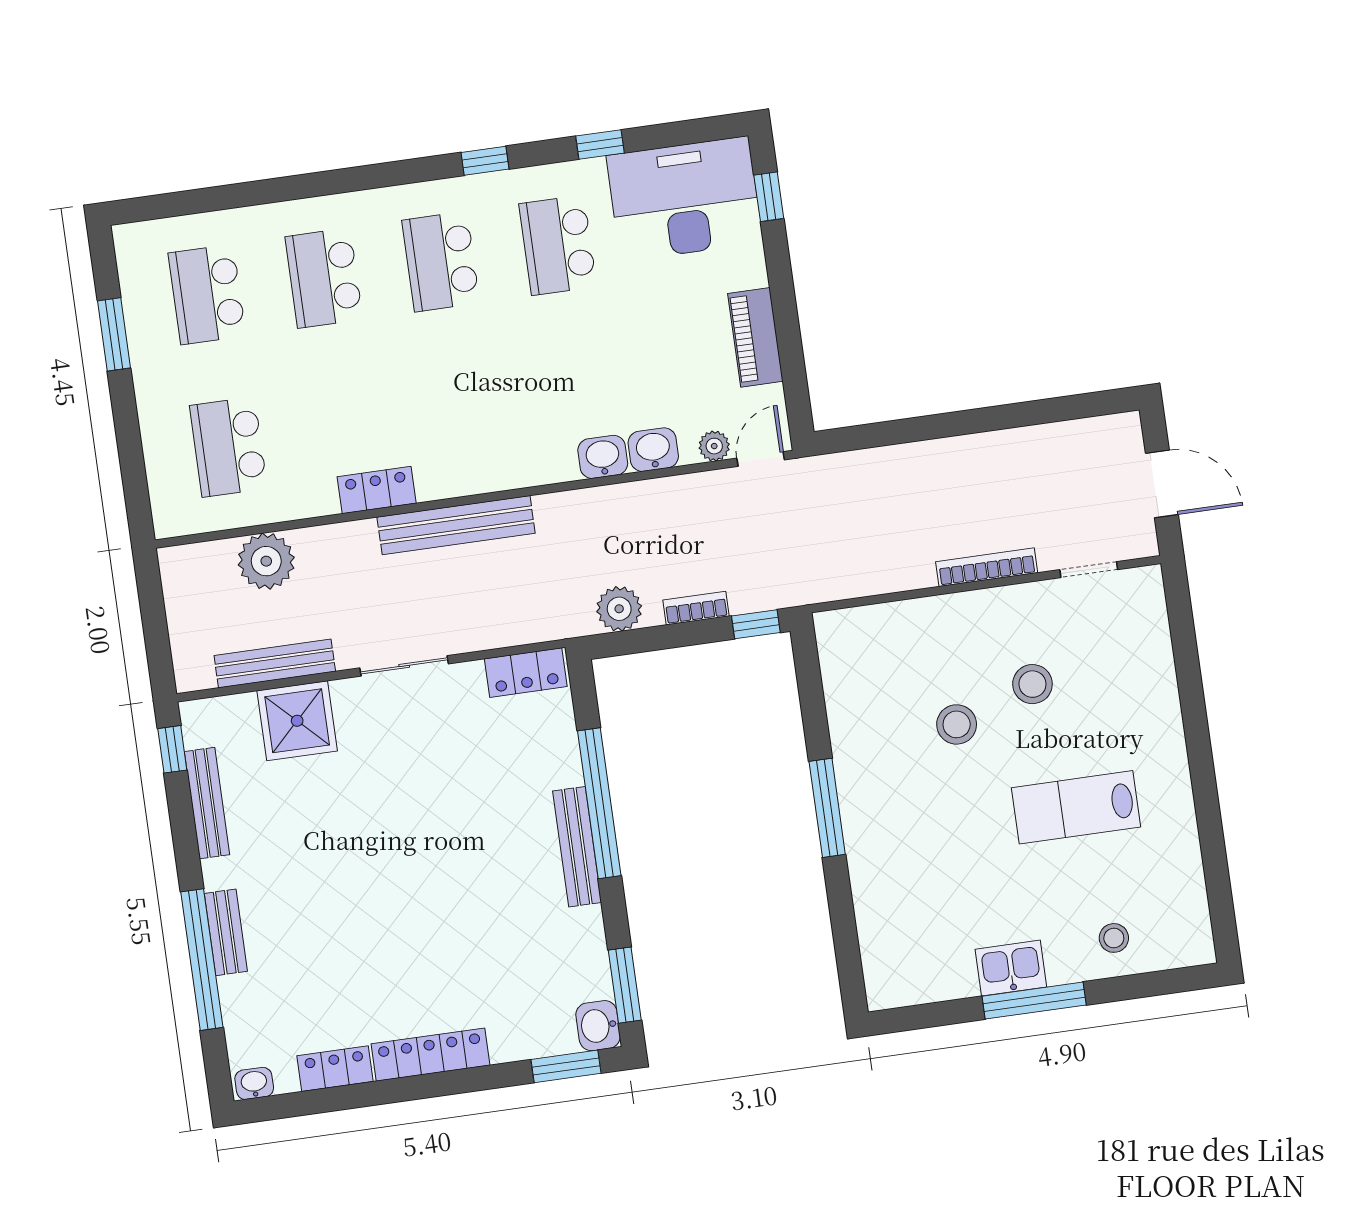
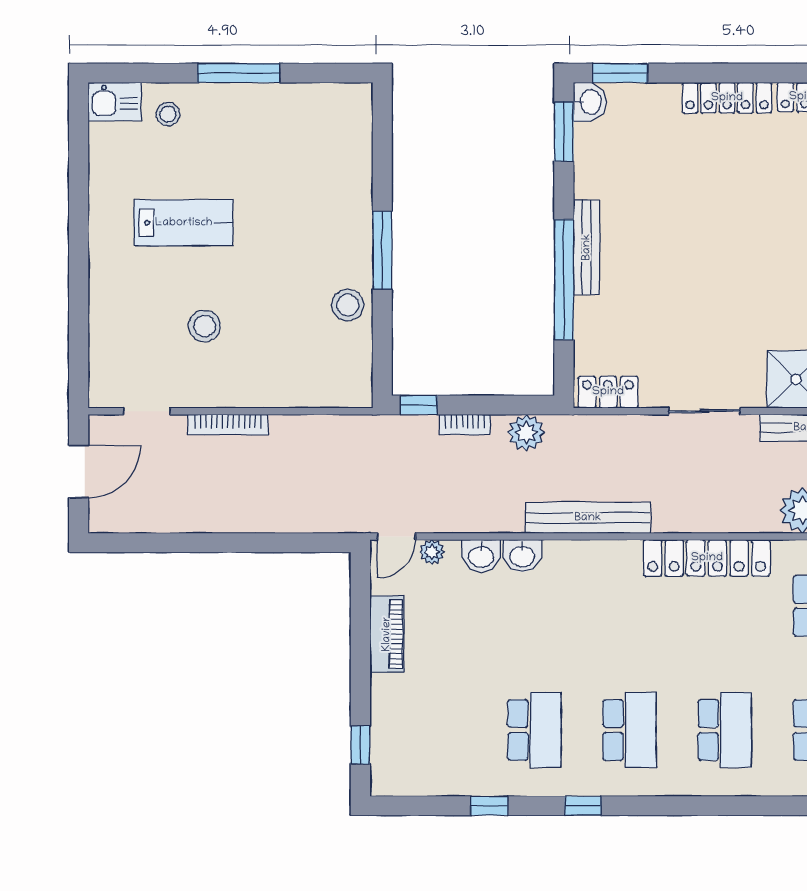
desk: (685, 199) -> (428, 753), removed
door: (1162, 484) -> (79, 472), swing flipped
locker: (377, 490) -> (707, 558), width x2.16, depth x1.21
bench: (456, 525) -> (588, 518), moved
stool: (957, 724) -> (348, 305), moved
kitchen sink: (1011, 968) -> (114, 102), moved

